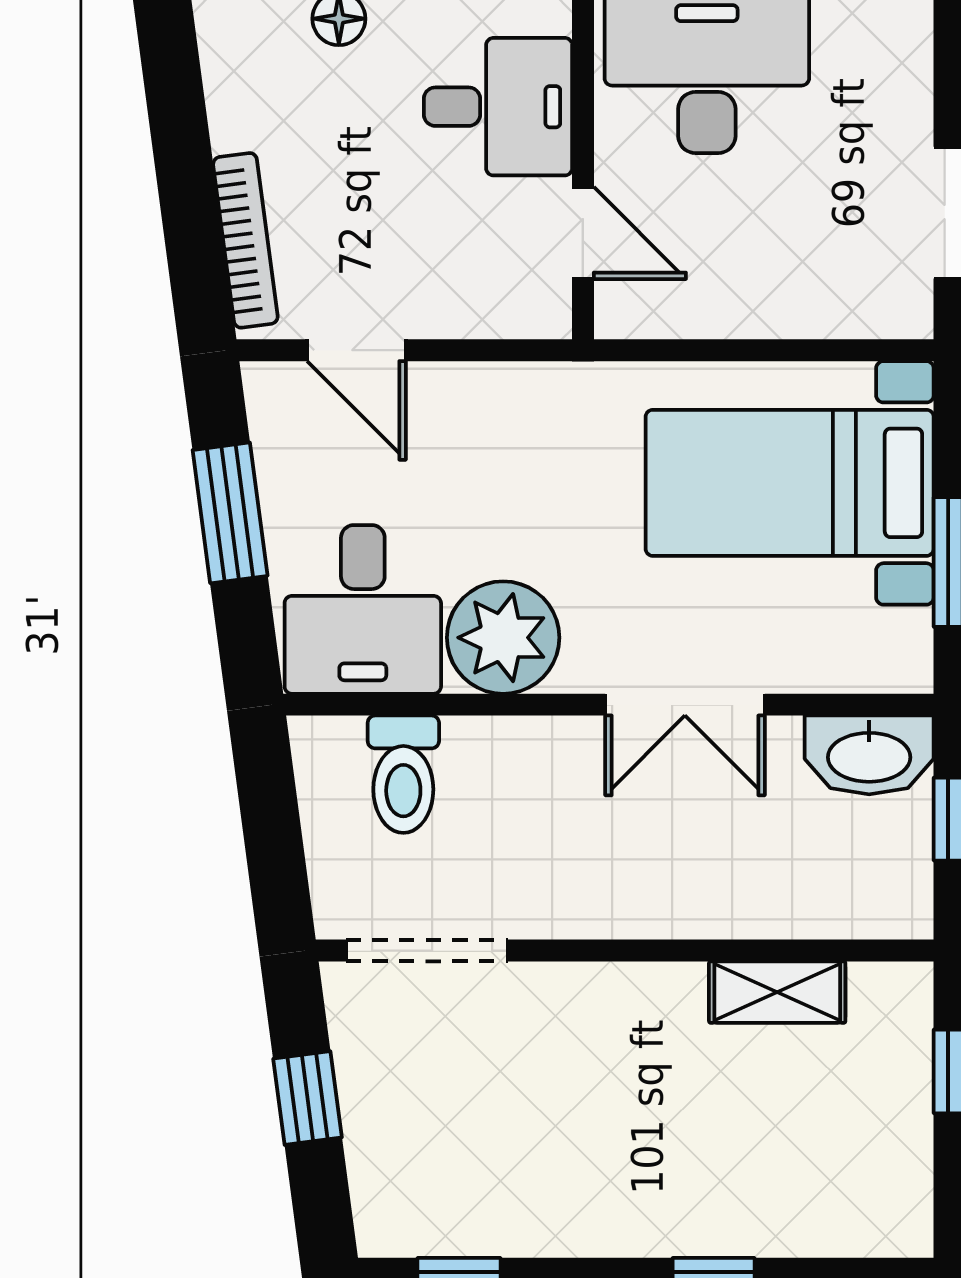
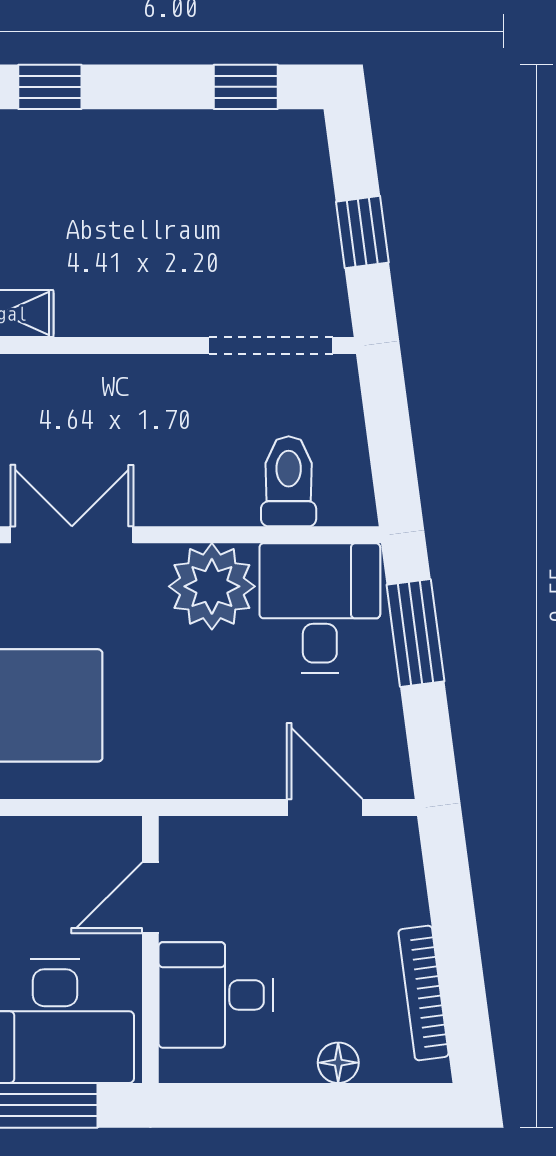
door: (583, 233) -> (150, 898), hinge flipped
bookcase: (245, 240) -> (423, 993), moved
window: (230, 513) -> (415, 633), moved

